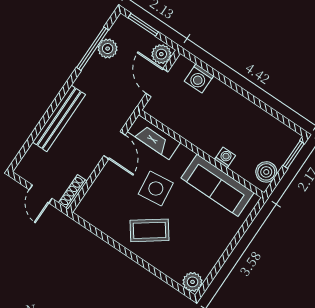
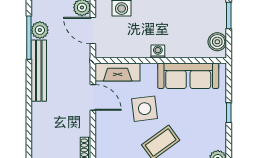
bench: (59, 118) -> (39, 71), moved
washing machine: (225, 157) -> (158, 51), moved
window: (232, 246) -> (229, 113), added

